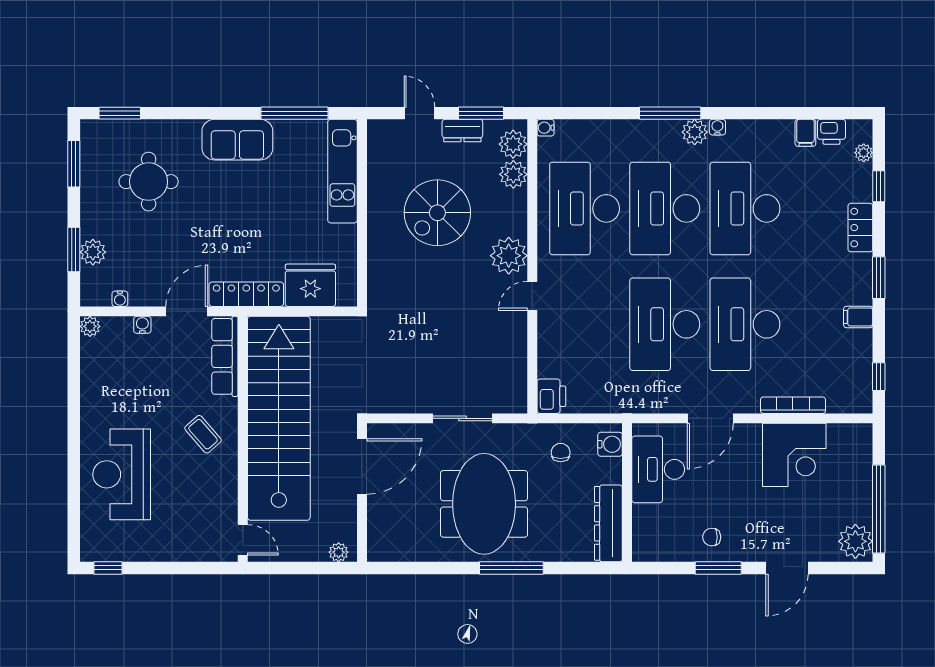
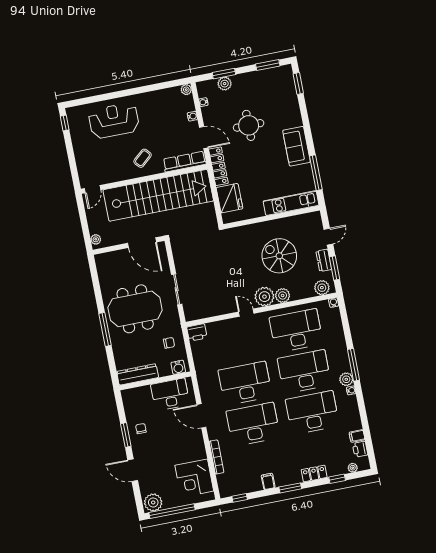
plant: (513, 174) -> (283, 295), moved
round table: (149, 182) -> (249, 125), moved
corner desk: (794, 455) -> (194, 478), moved

